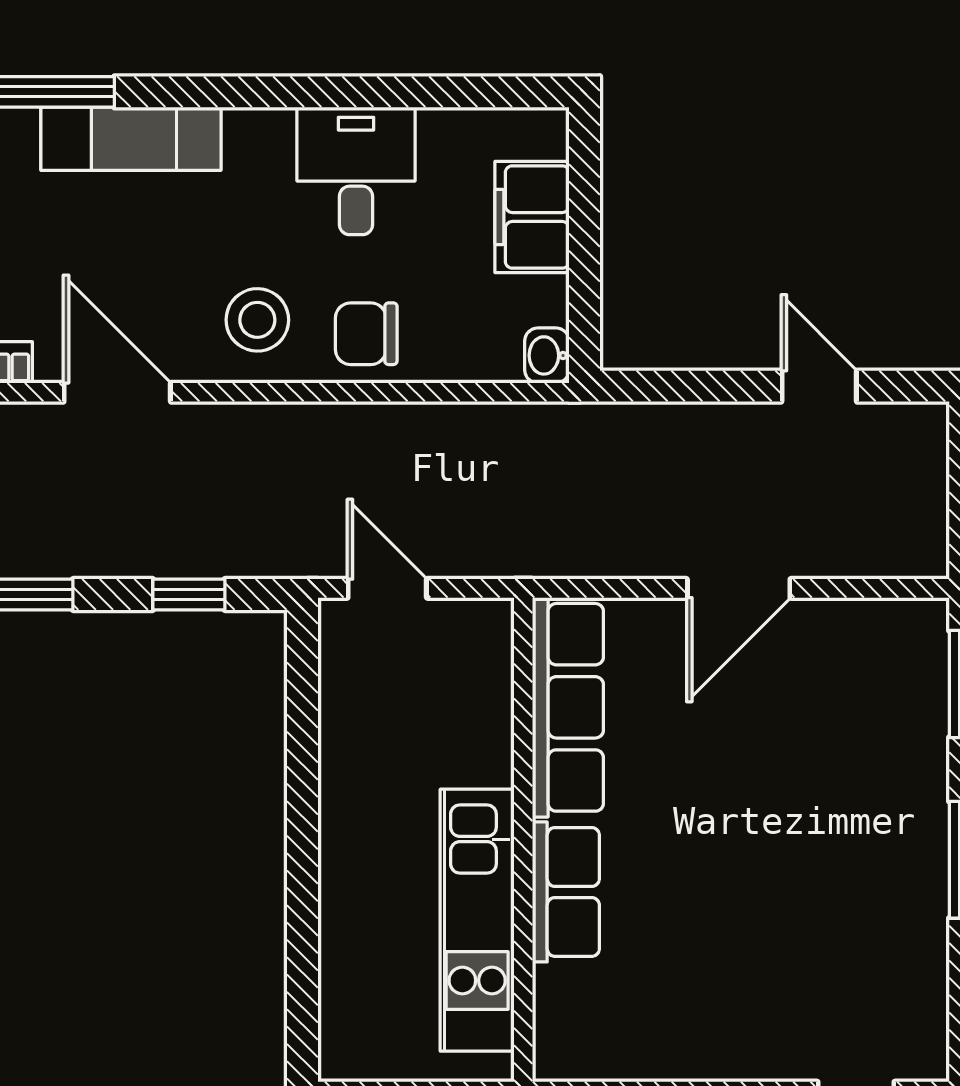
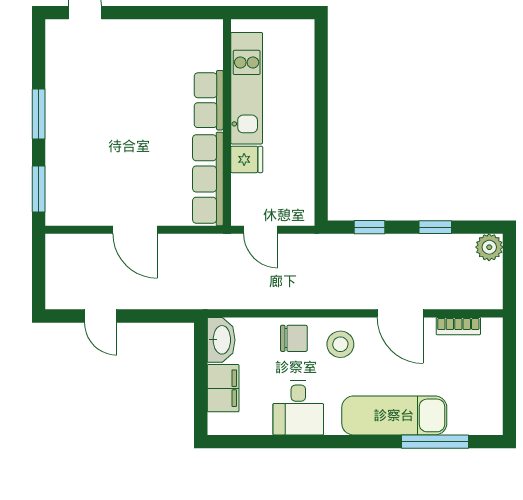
exam couch: (131, 139) -> (394, 415), width x1.36, depth x1.45
washbasin: (547, 355) -> (221, 340), width x1.91, depth x1.45
door: (387, 588) -> (261, 230), moved
door: (739, 588) -> (135, 230), swing flipped
fridge: (477, 753) -> (247, 159), added

